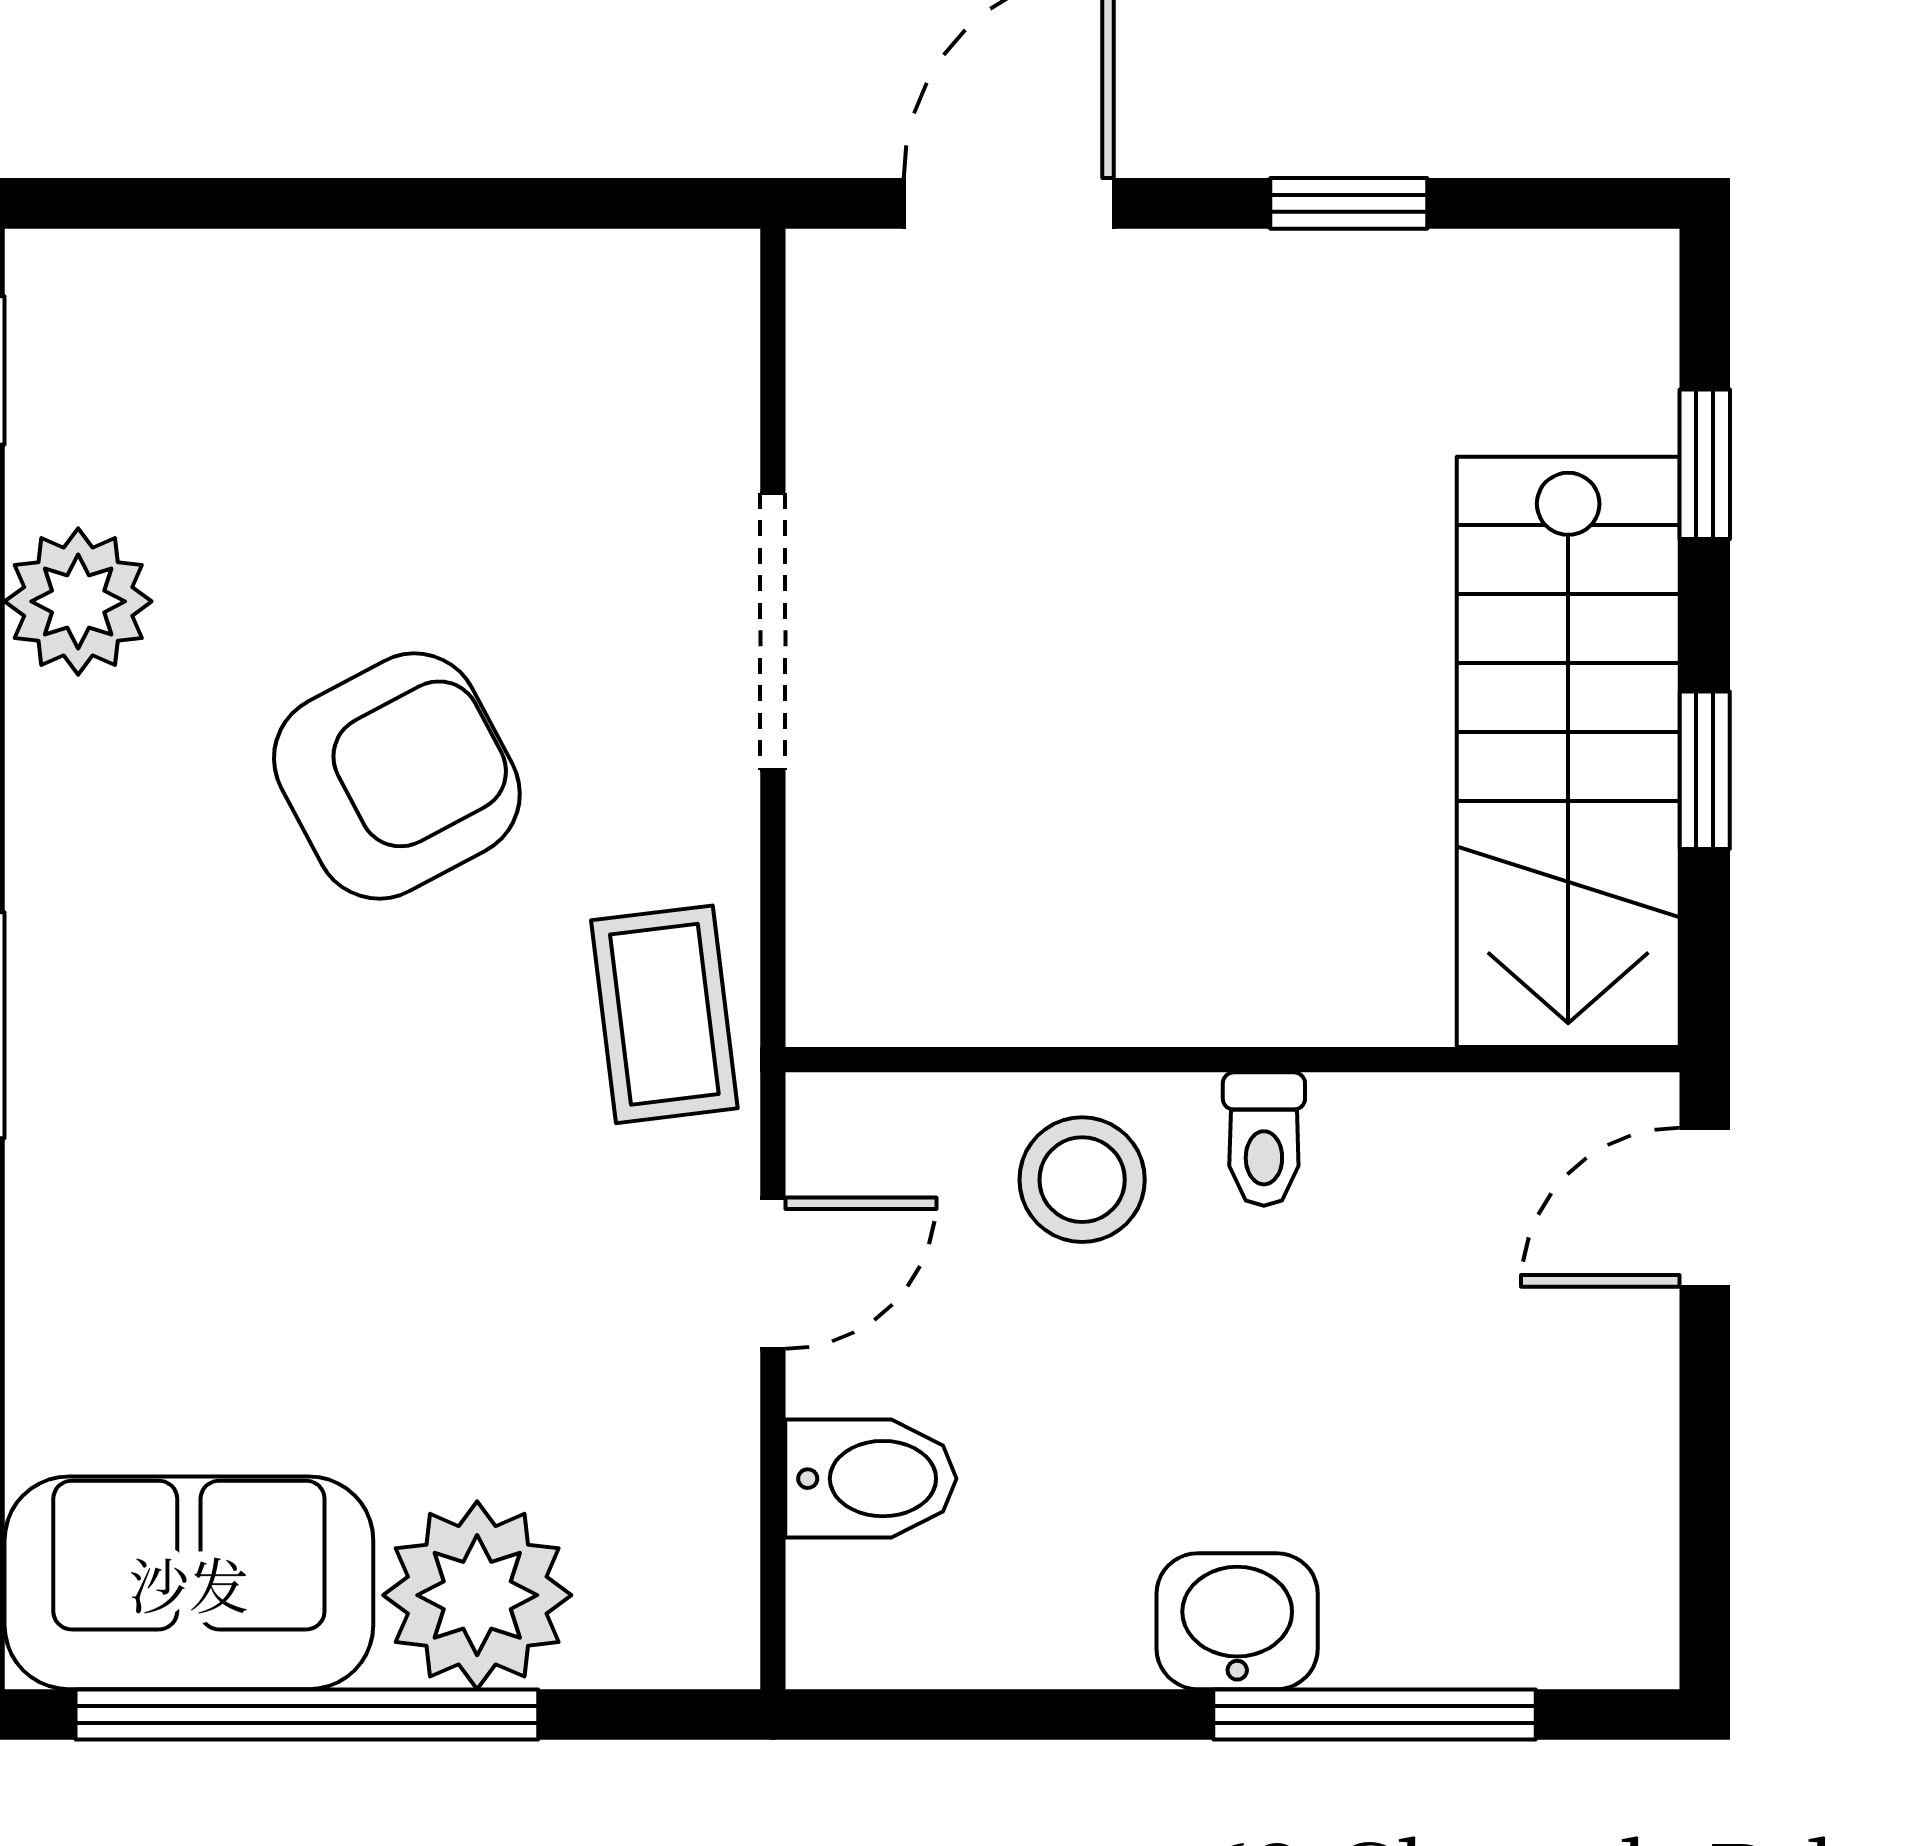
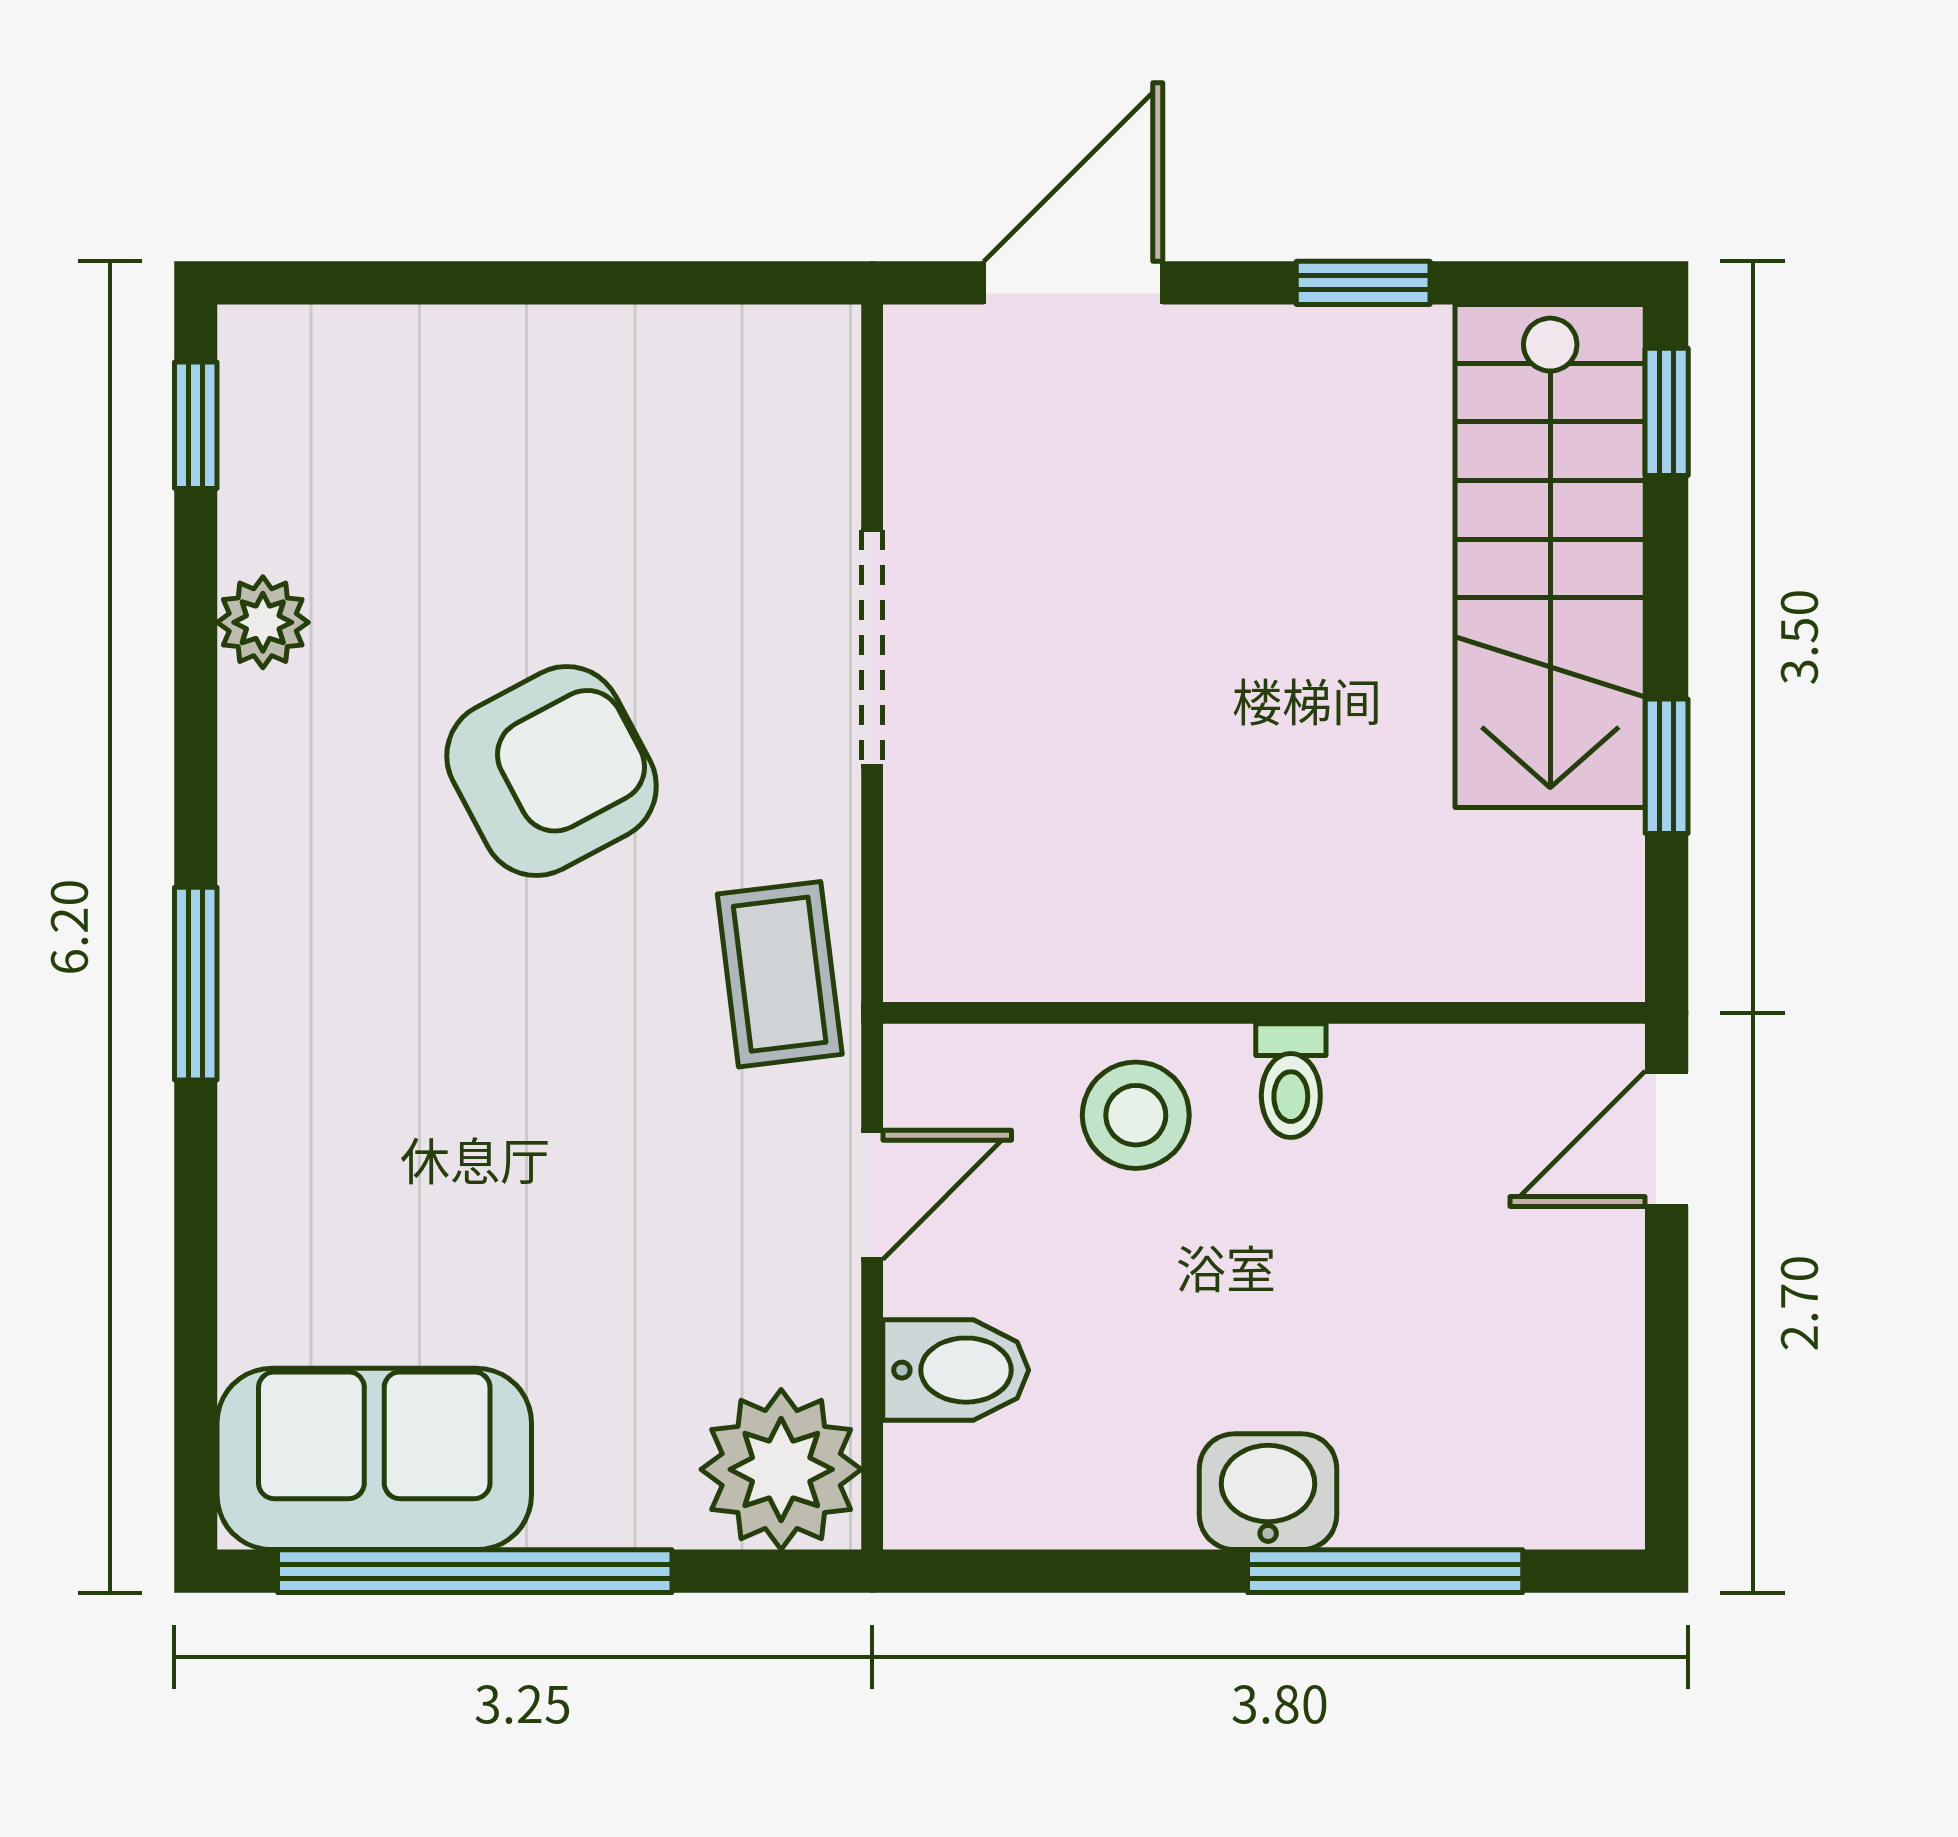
window: (1705, 464) -> (1667, 412), moved
plant: (78, 601) -> (263, 622), width x0.73, depth x0.73
stairs: (1568, 752) -> (1550, 556), moved
plant: (477, 1595) -> (781, 1469), moved

